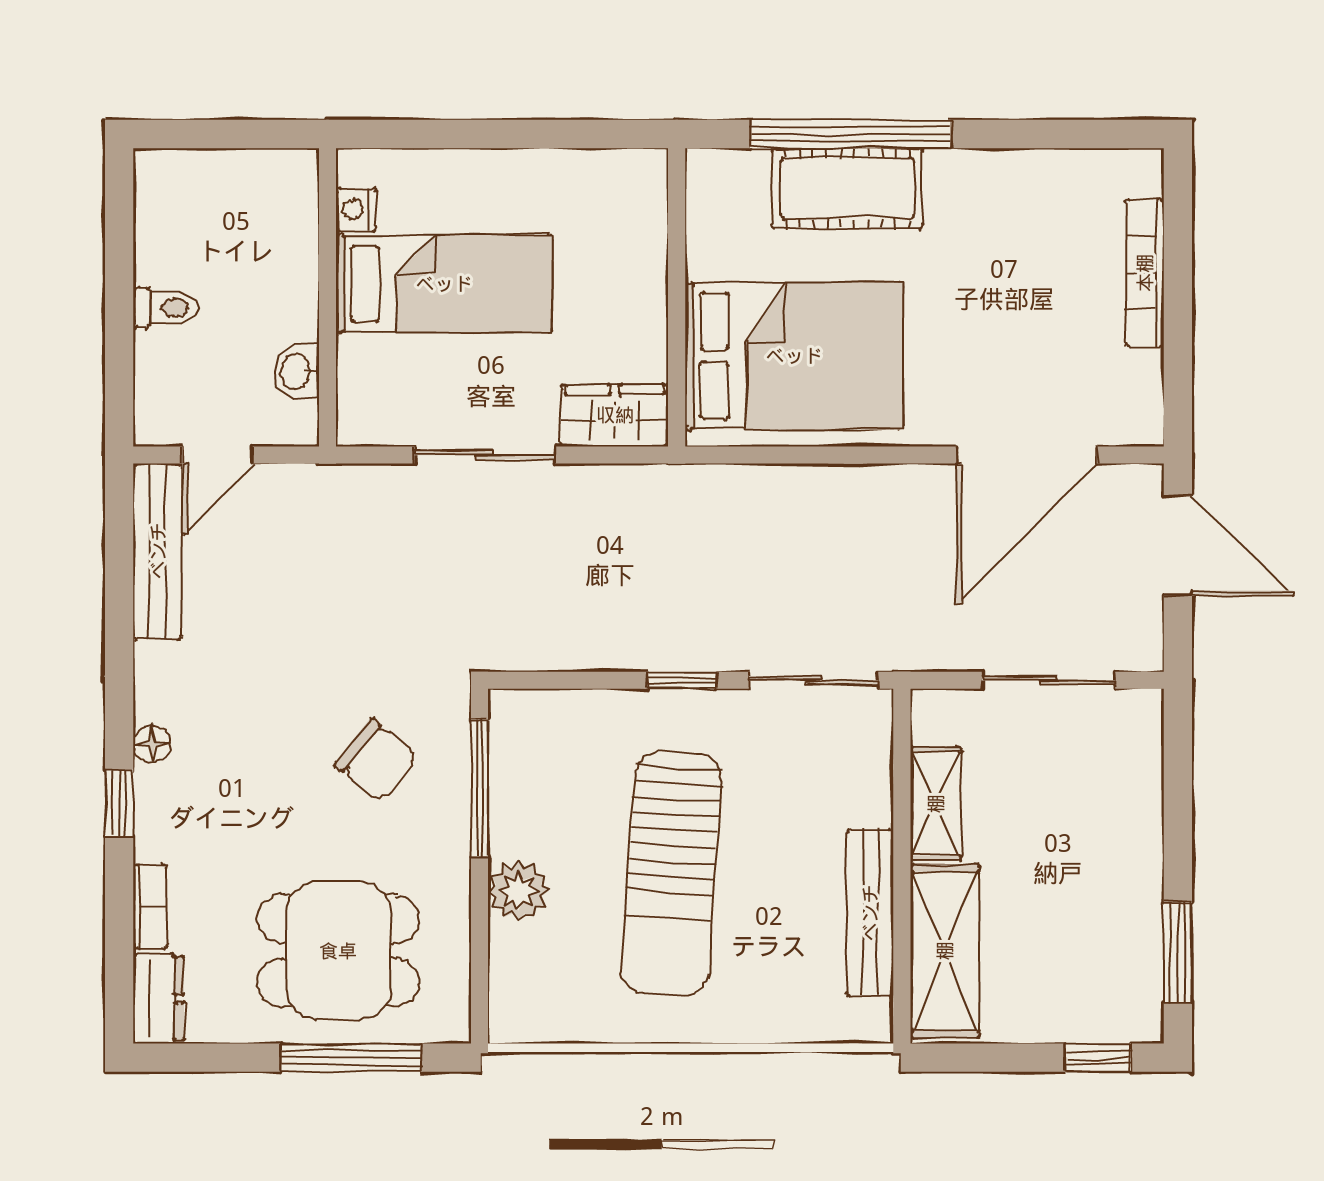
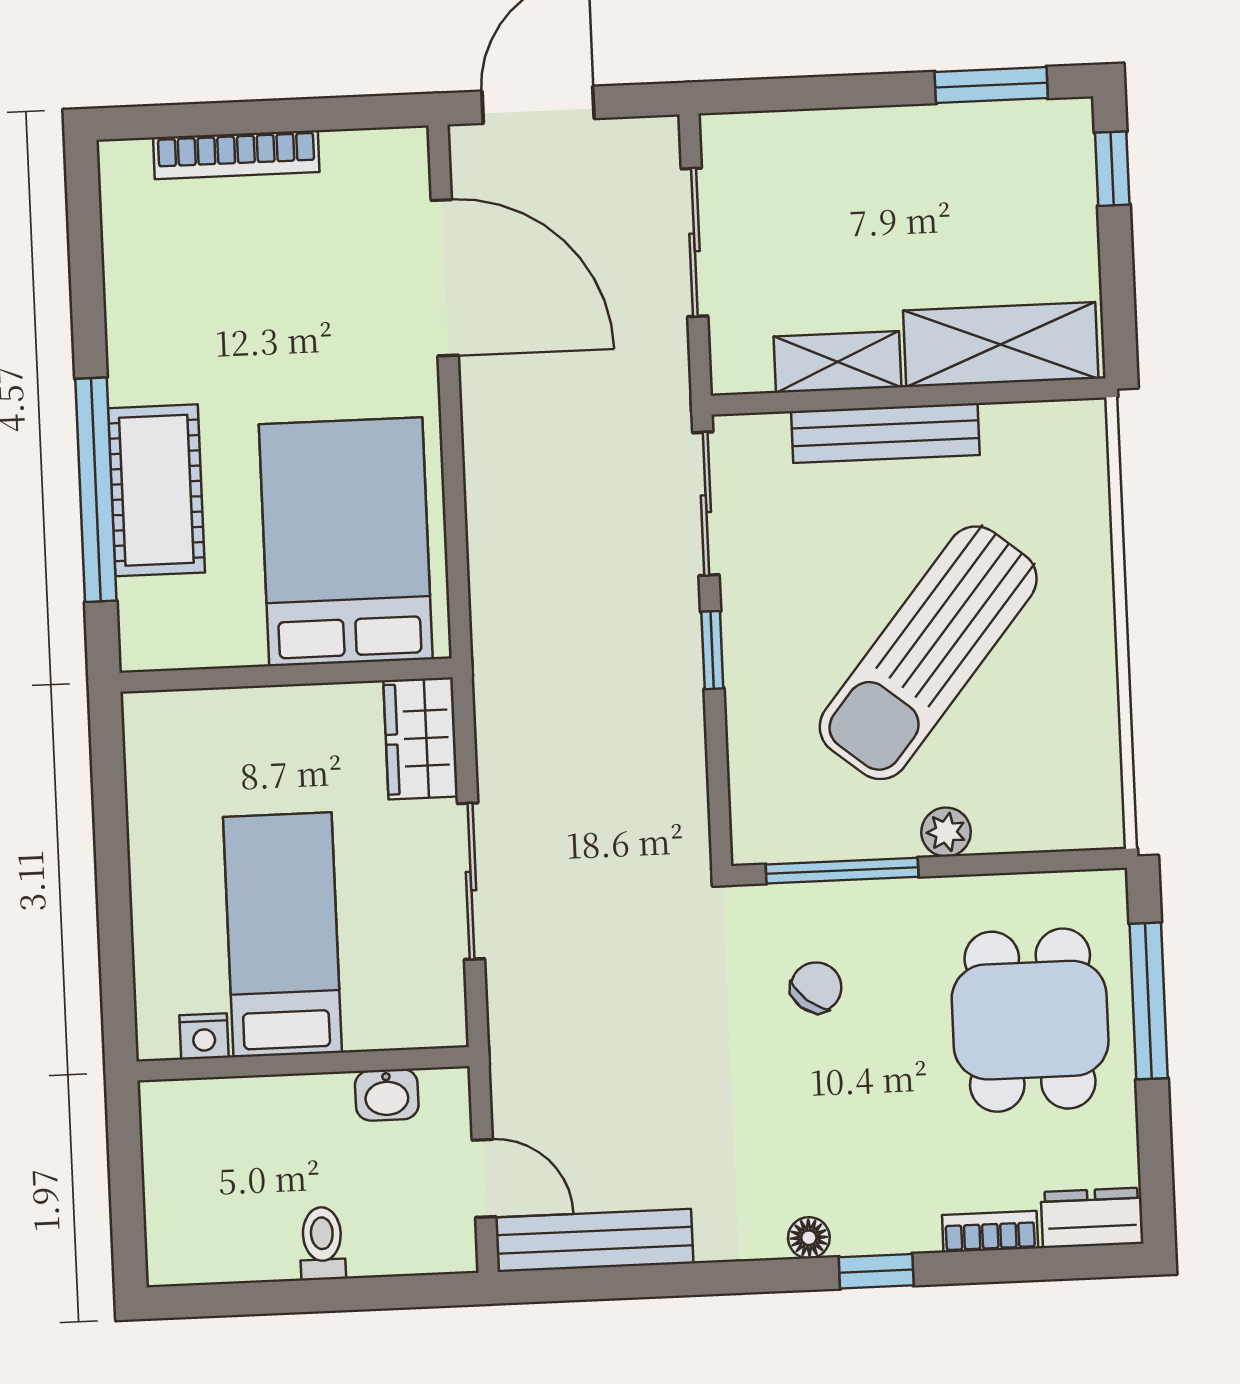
chair: (376, 760) -> (816, 987), width x0.73, depth x0.73
sun lounger: (671, 874) -> (928, 653), turned 125
plant: (518, 891) -> (946, 832), width x0.73, depth x0.73
bench: (870, 913) -> (885, 433), moved

